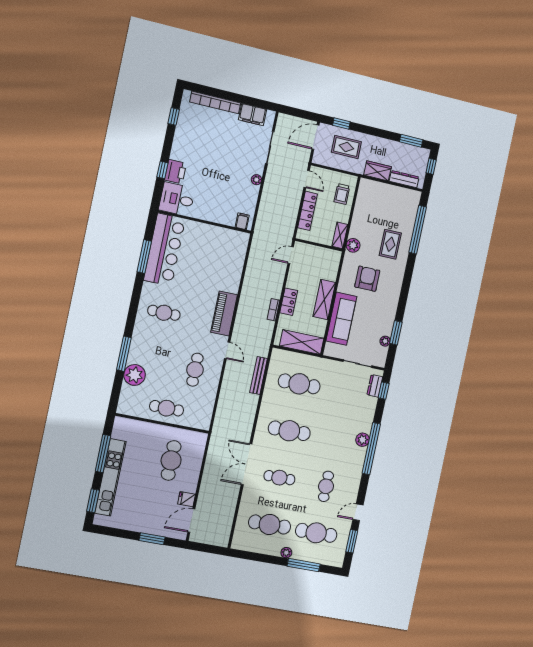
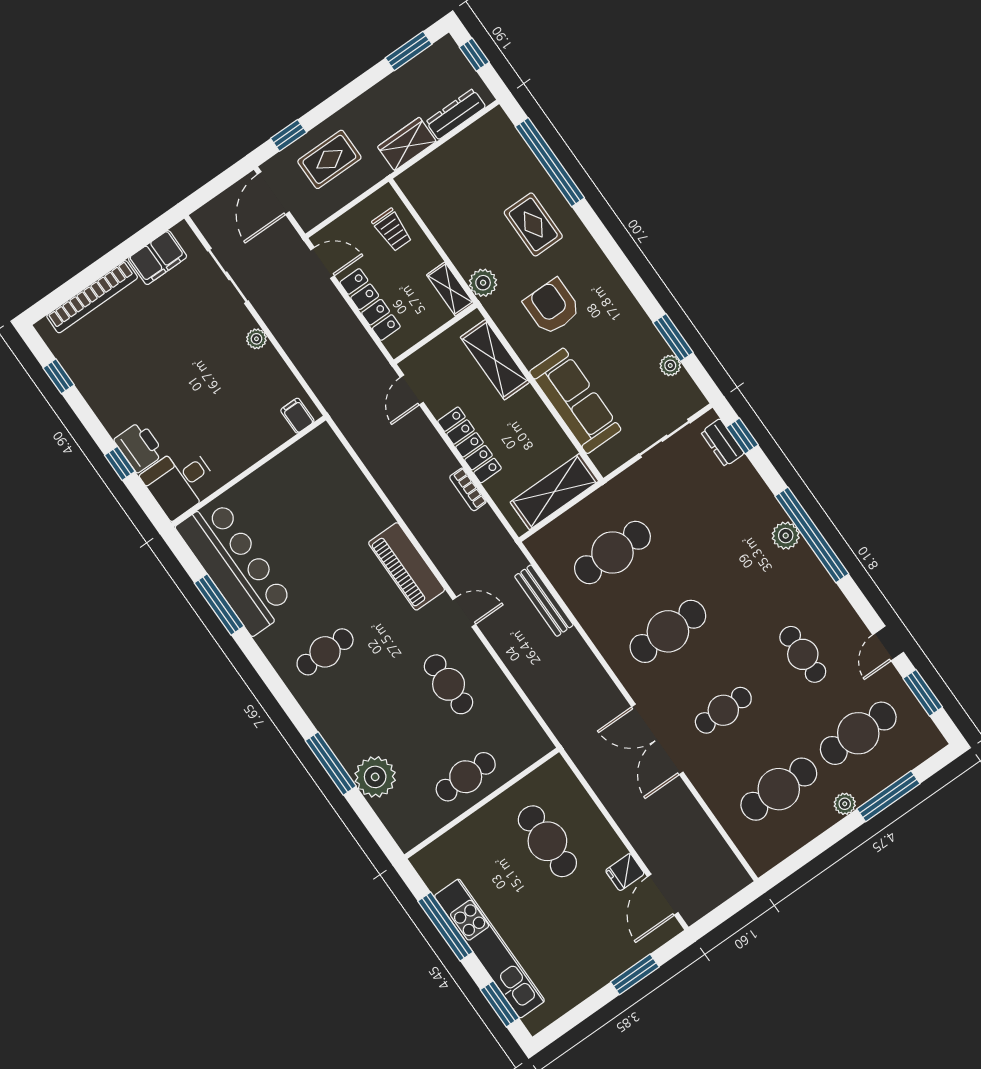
shelving: (324, 299) -> (495, 360), moved
locker: (289, 302) -> (469, 445), width x1.53

